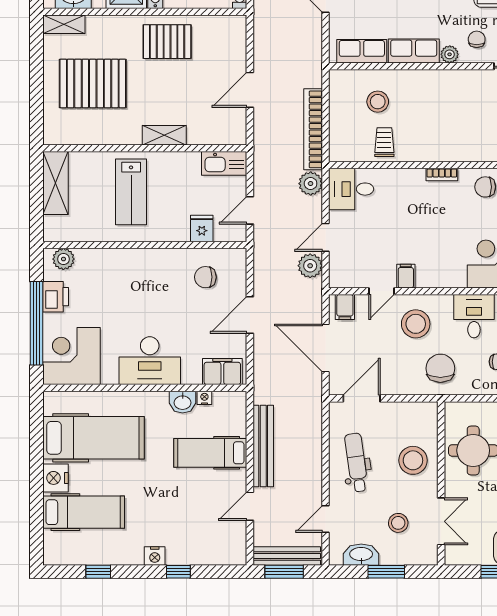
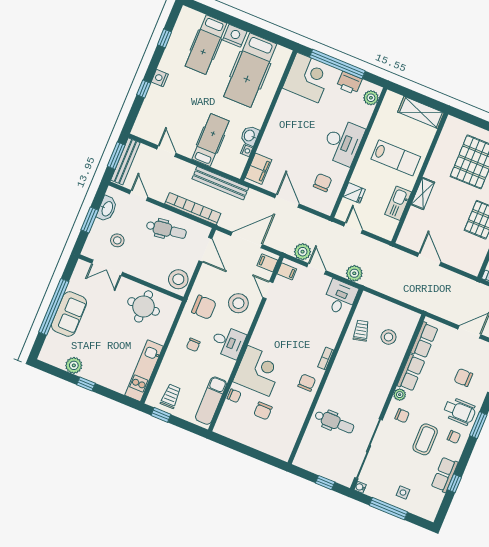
bookcase: (313, 129) -> (193, 209), moved
trolley: (384, 142) -> (361, 331), turned -103
kitchen sink: (224, 163) -> (398, 203), moved
lab bench: (131, 192) -> (396, 158), turned 180
filing cabinet: (406, 276) -> (287, 271), moved
desk: (150, 361) -> (343, 142), moved, turned 180
bench: (263, 446) -> (220, 183), moved
stool: (413, 460) -> (178, 279), moved

